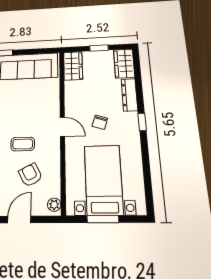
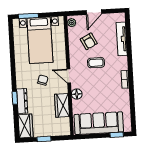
wardrobe: (73, 66) -> (62, 105), moved
floor lamp: (53, 103) -> (77, 94), added
window: (142, 122) -> (15, 98), moved
window: (103, 219) -> (28, 16), moved

